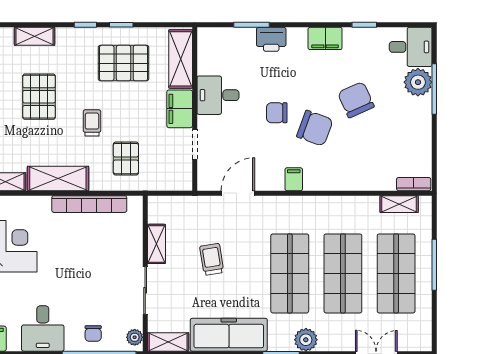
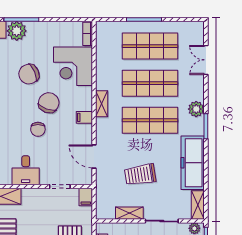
filing cabinet: (180, 109) -> (86, 197), moved, width x0.50
corner desk: (367, 163) -> (73, 66), added
shelving: (399, 204) -> (102, 104), moved
trolley: (212, 259) -> (140, 175), width x1.36, depth x1.39

